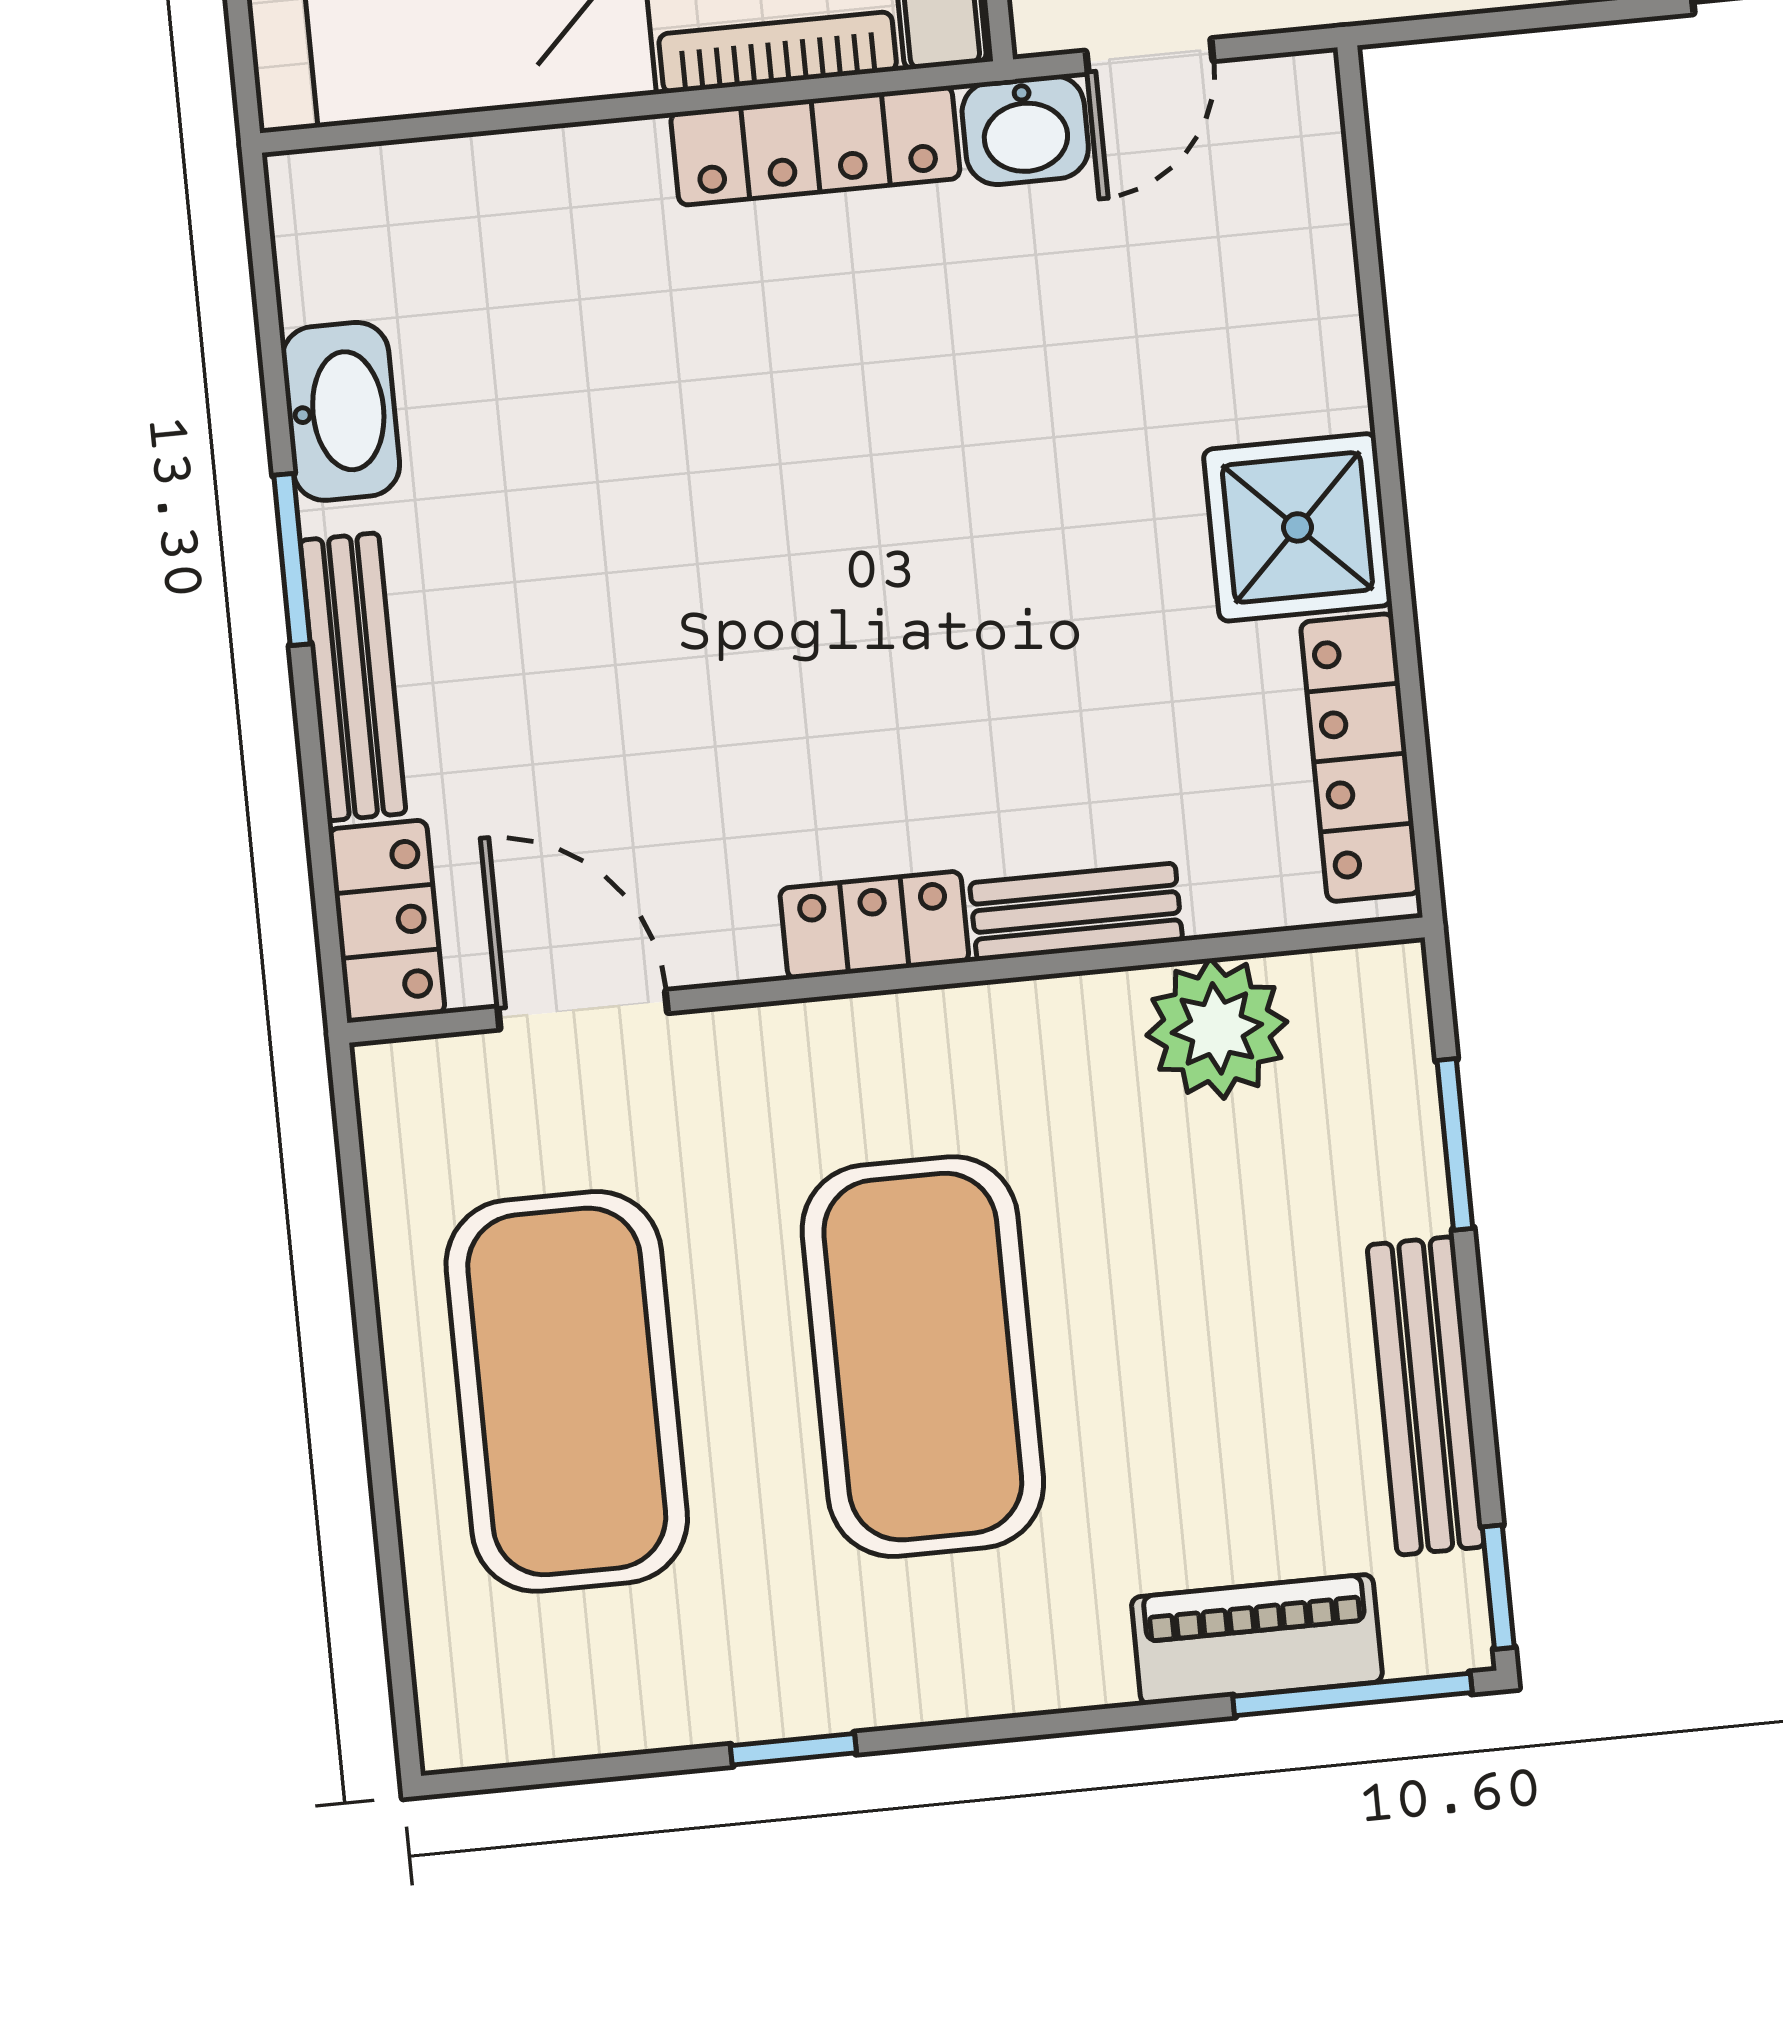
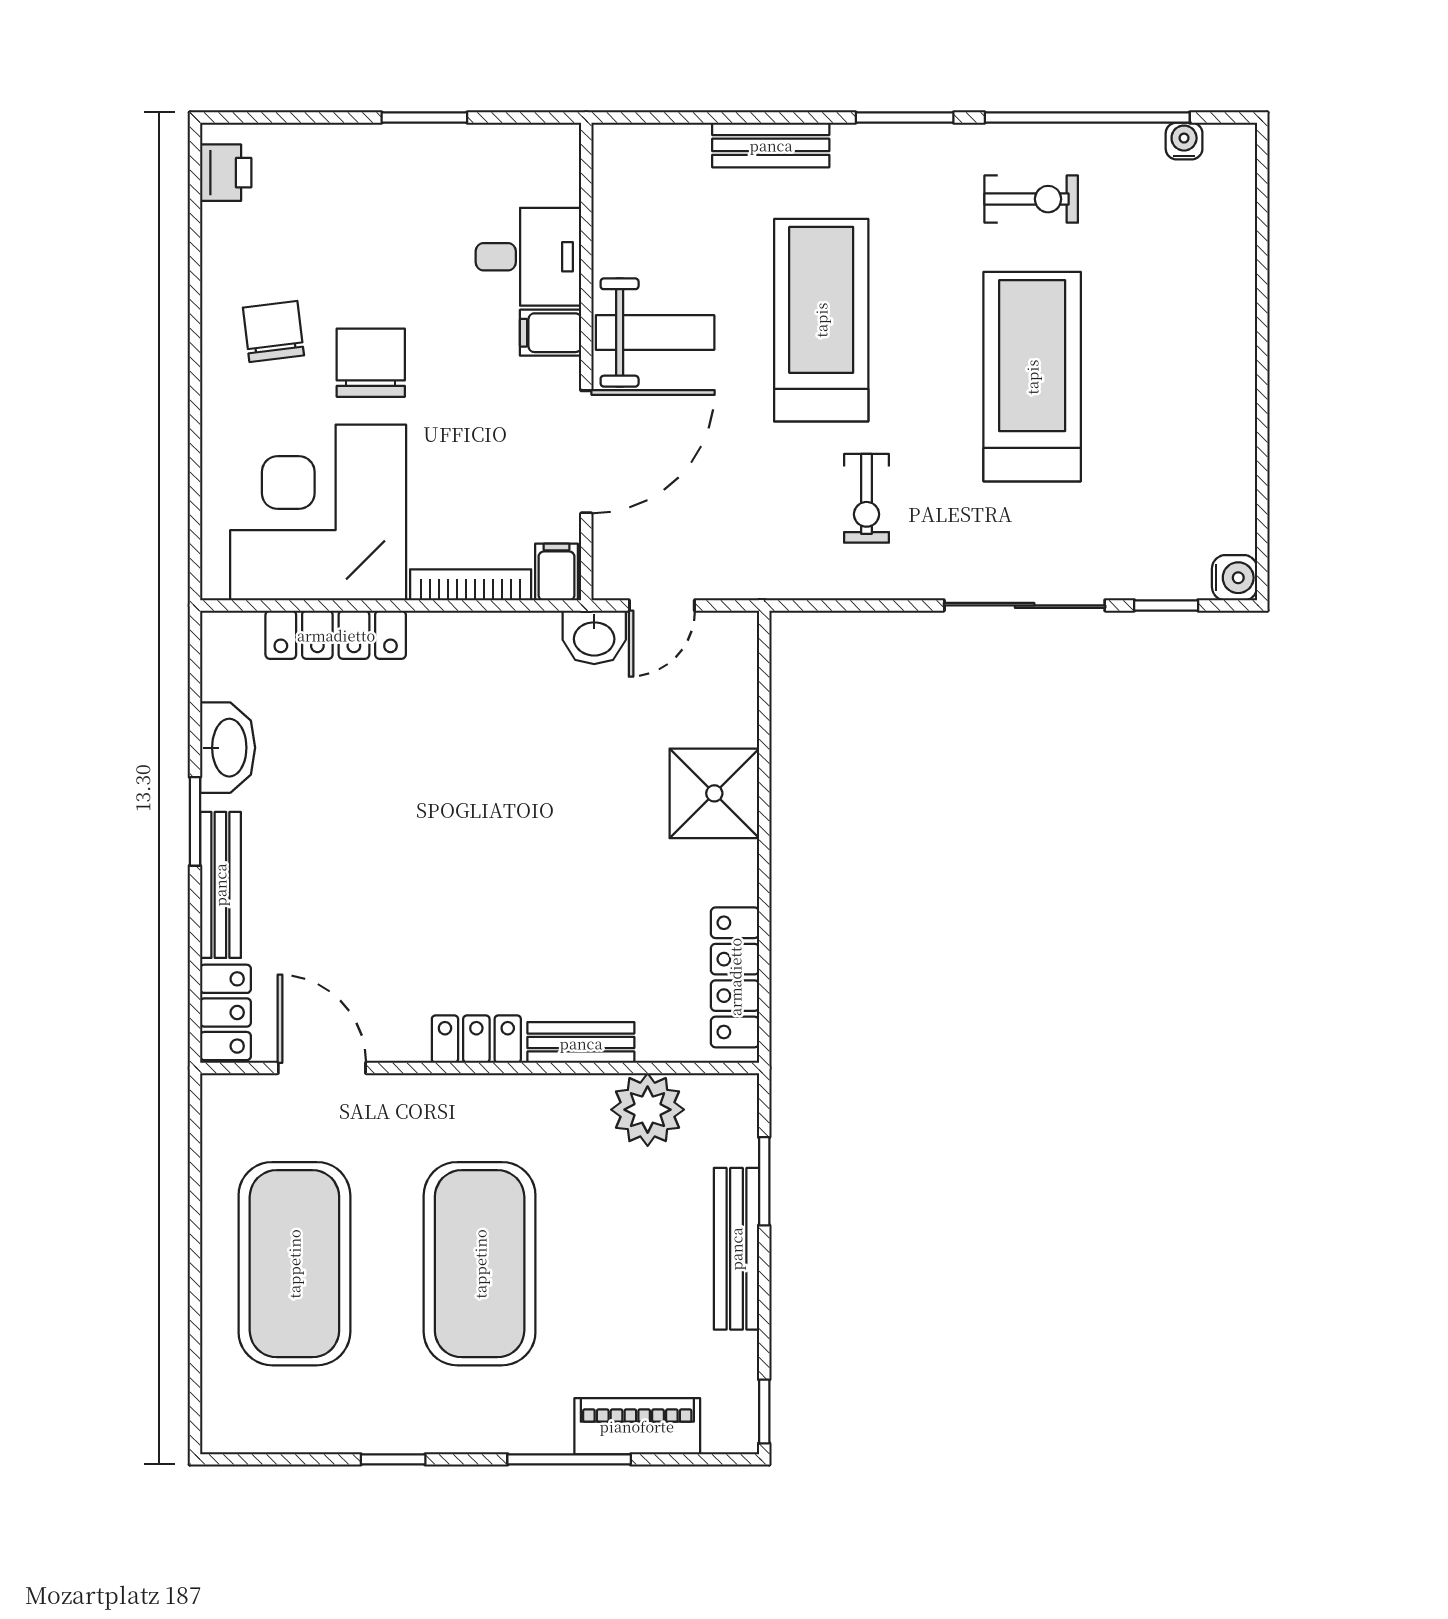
locker: (815, 146) -> (336, 635), moved
shower: (1297, 527) -> (714, 793), moved
bench: (1426, 1396) -> (736, 1249), moved
window: (1352, 1694) -> (569, 1459), moved

